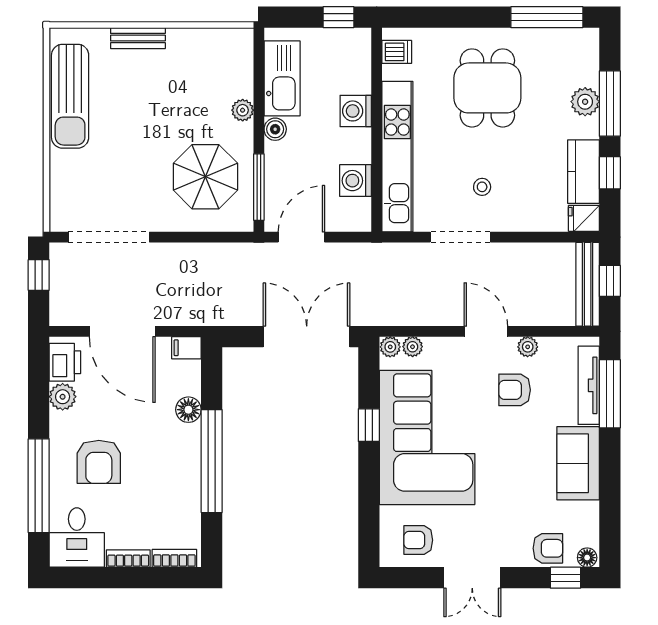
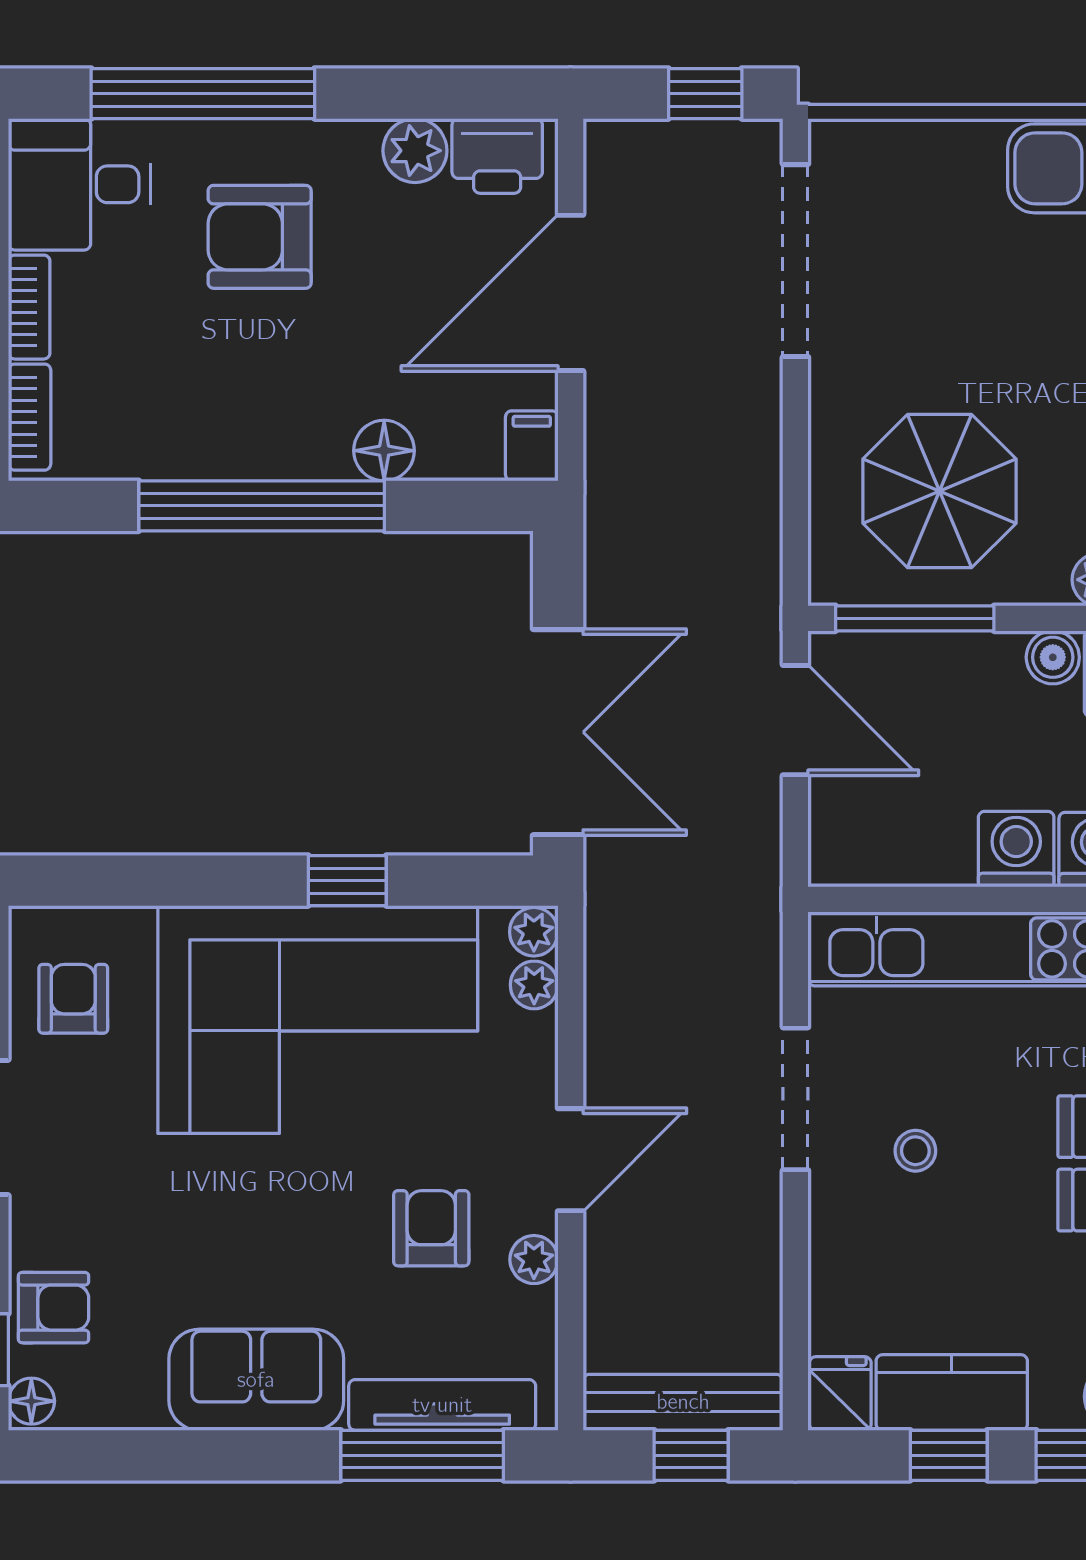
washing machine: (356, 181) -> (1016, 849), moved
armchair: (548, 548) -> (53, 1308), turned -90

